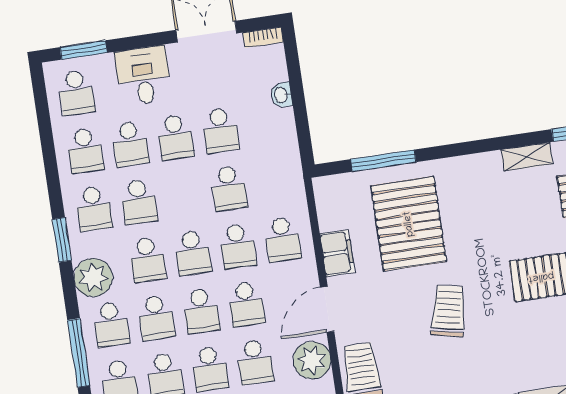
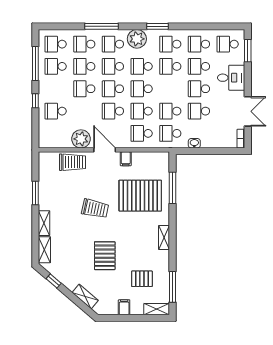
washbasin: (281, 95) -> (194, 143), moved
shelving: (527, 157) -> (164, 237), moved
filing cabinet: (337, 253) -> (126, 159), width x0.50
school desk: (255, 362) -> (170, 133), moved

